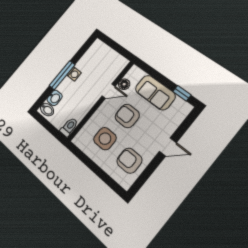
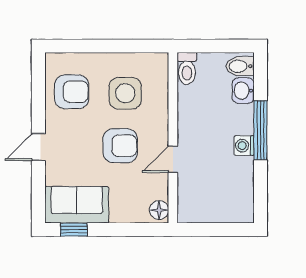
floor lamp: (124, 84) -> (159, 210), moved
sofa: (155, 93) -> (77, 205), moved

